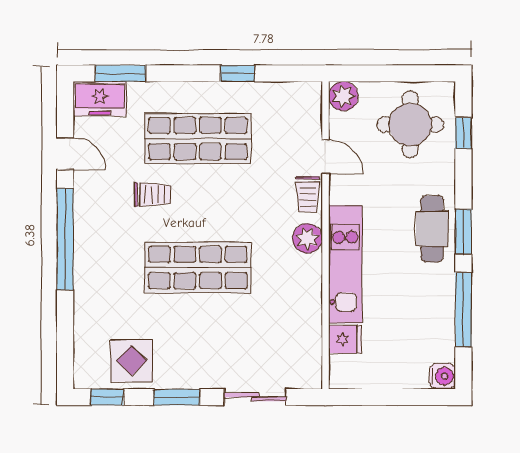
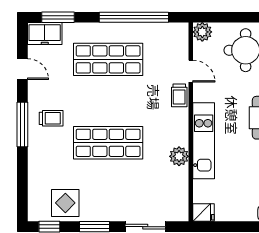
window: (238, 73) -> (134, 17), width x3.17
trolley: (153, 195) -> (51, 118), moved
plant: (307, 238) -> (179, 156), moved
window: (65, 239) -> (22, 124), width x0.68
fridge: (345, 339) -> (204, 213), moved

